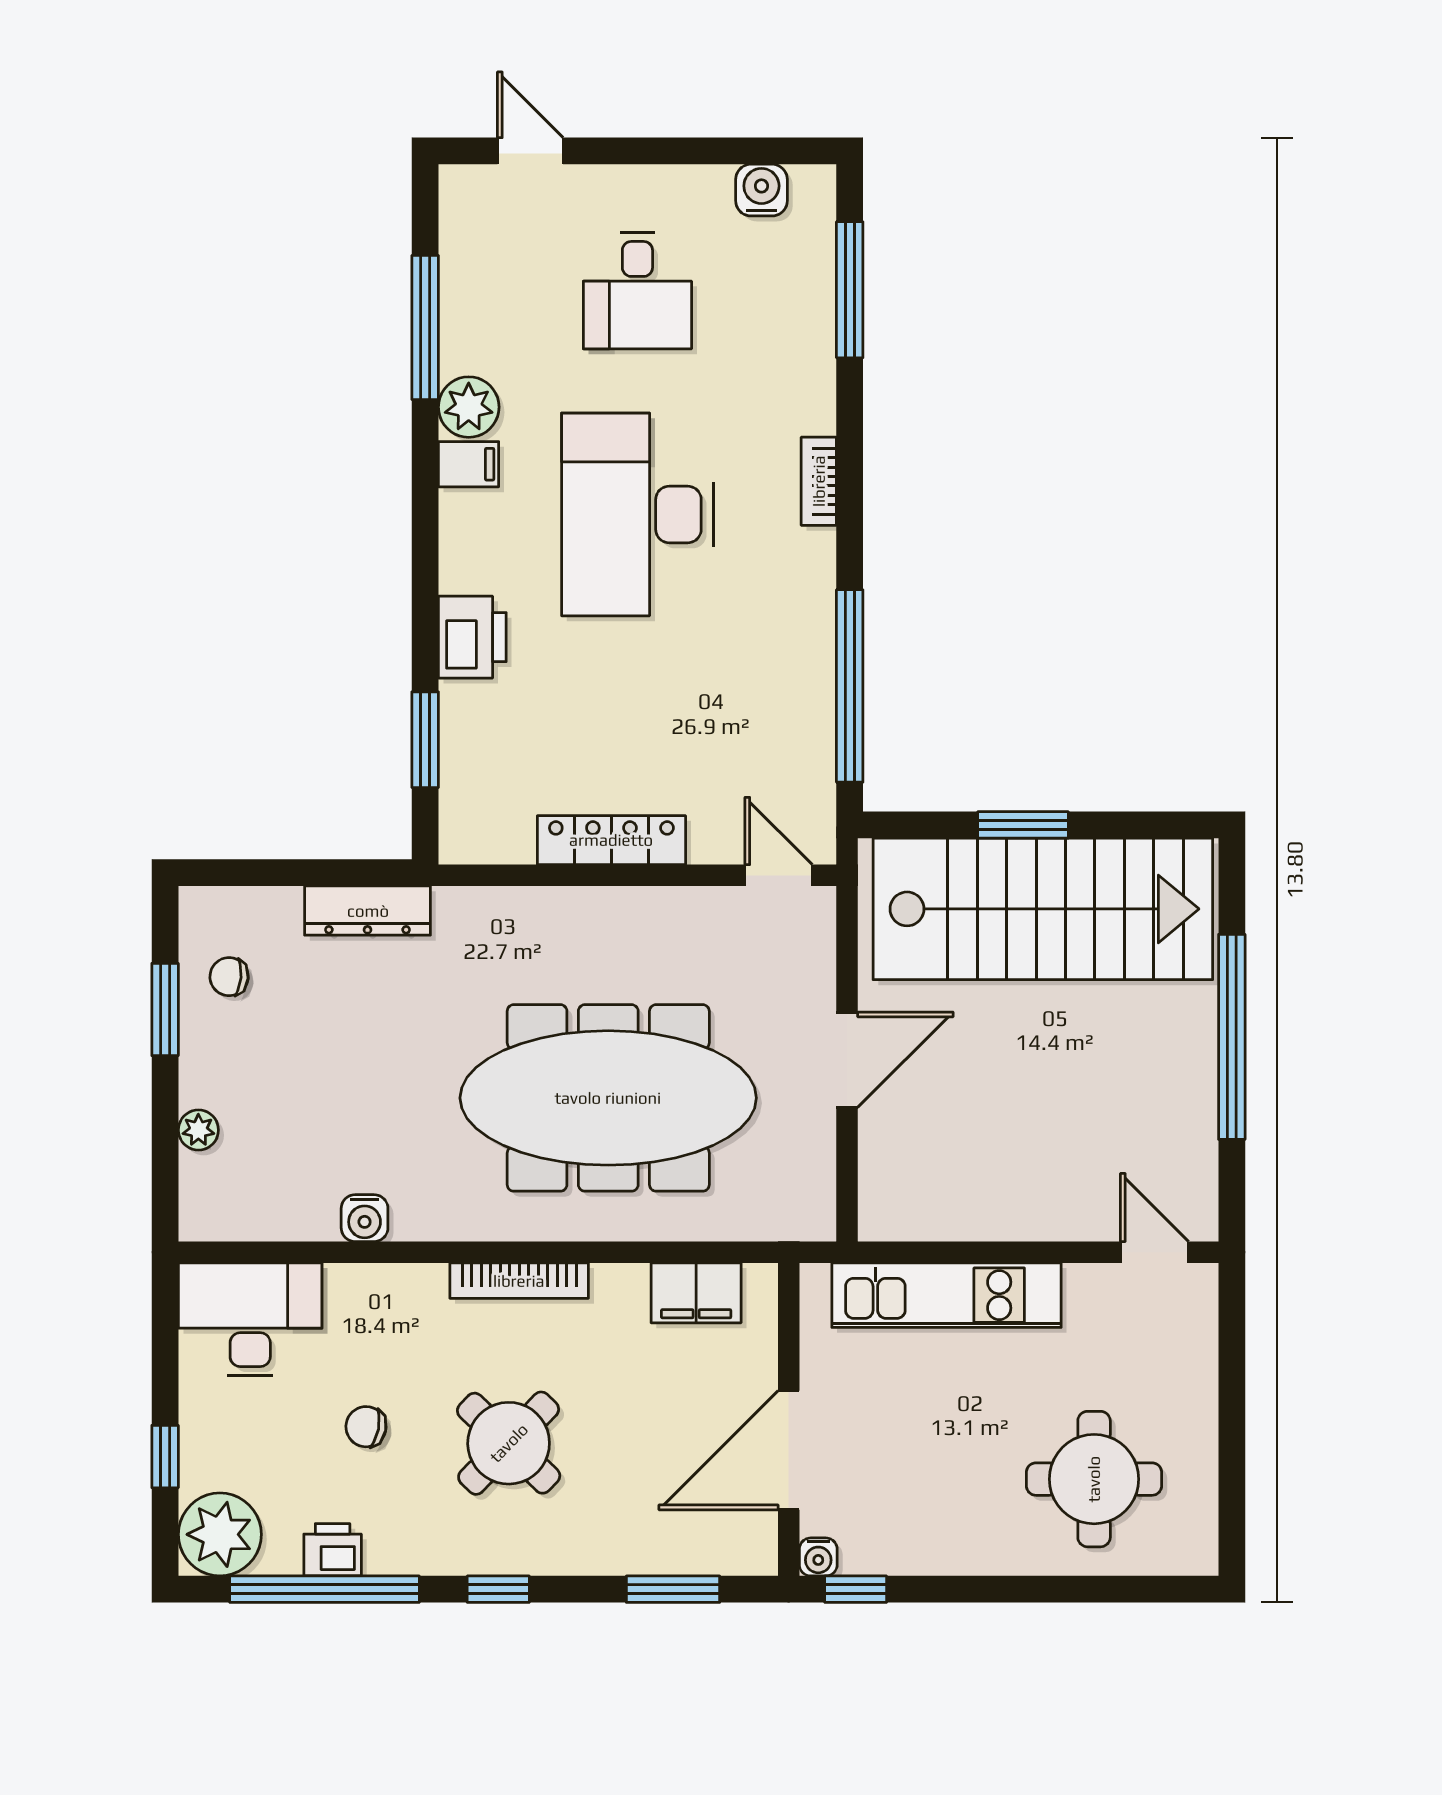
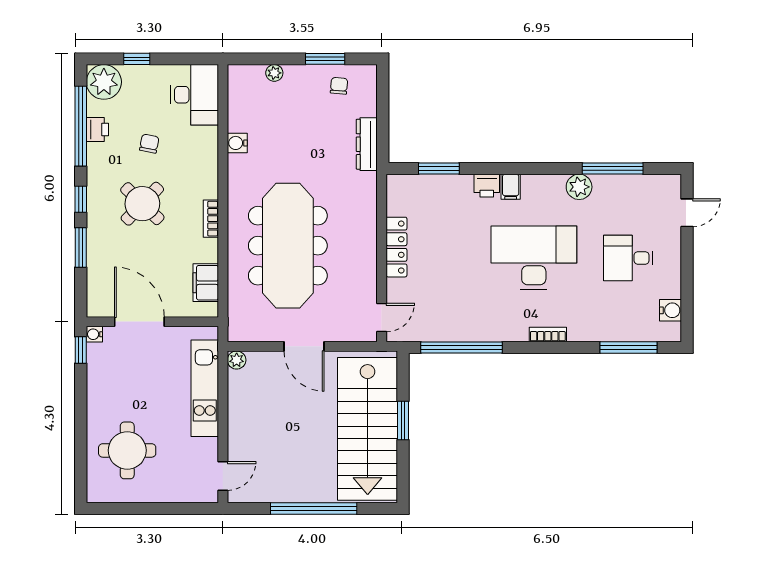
filing cabinet: (469, 464) -> (511, 187), moved
printer: (472, 637) -> (487, 186), width x0.73, depth x0.81
plant: (880, 1220) -> (237, 360), added
bookcase: (519, 1281) -> (211, 219), width x0.64
window: (673, 1589) -> (81, 247), moved

